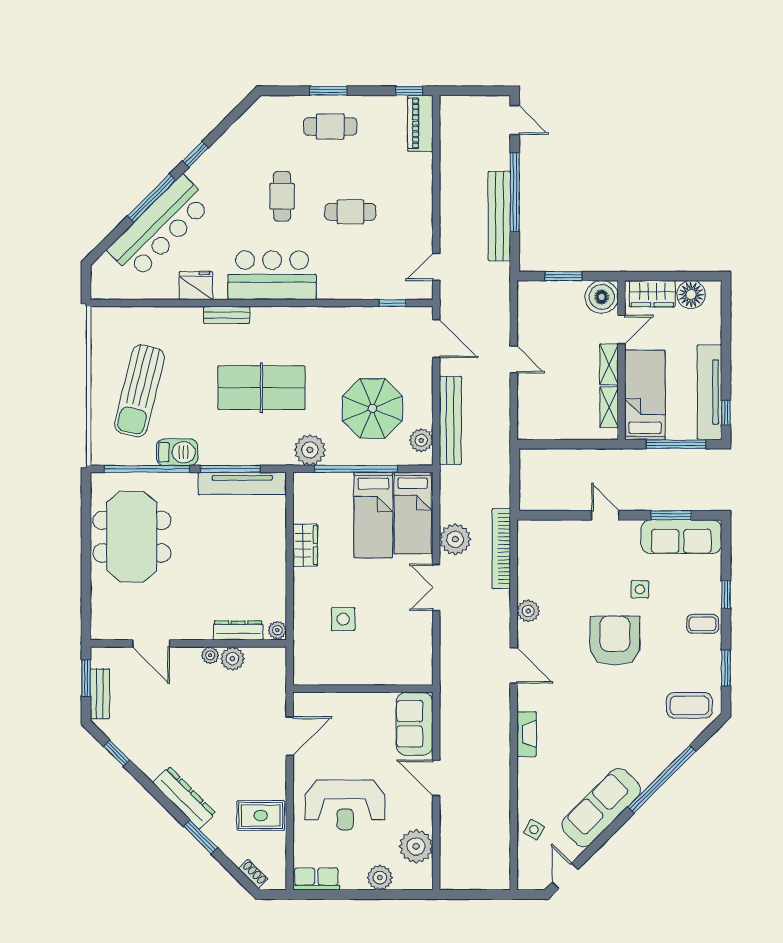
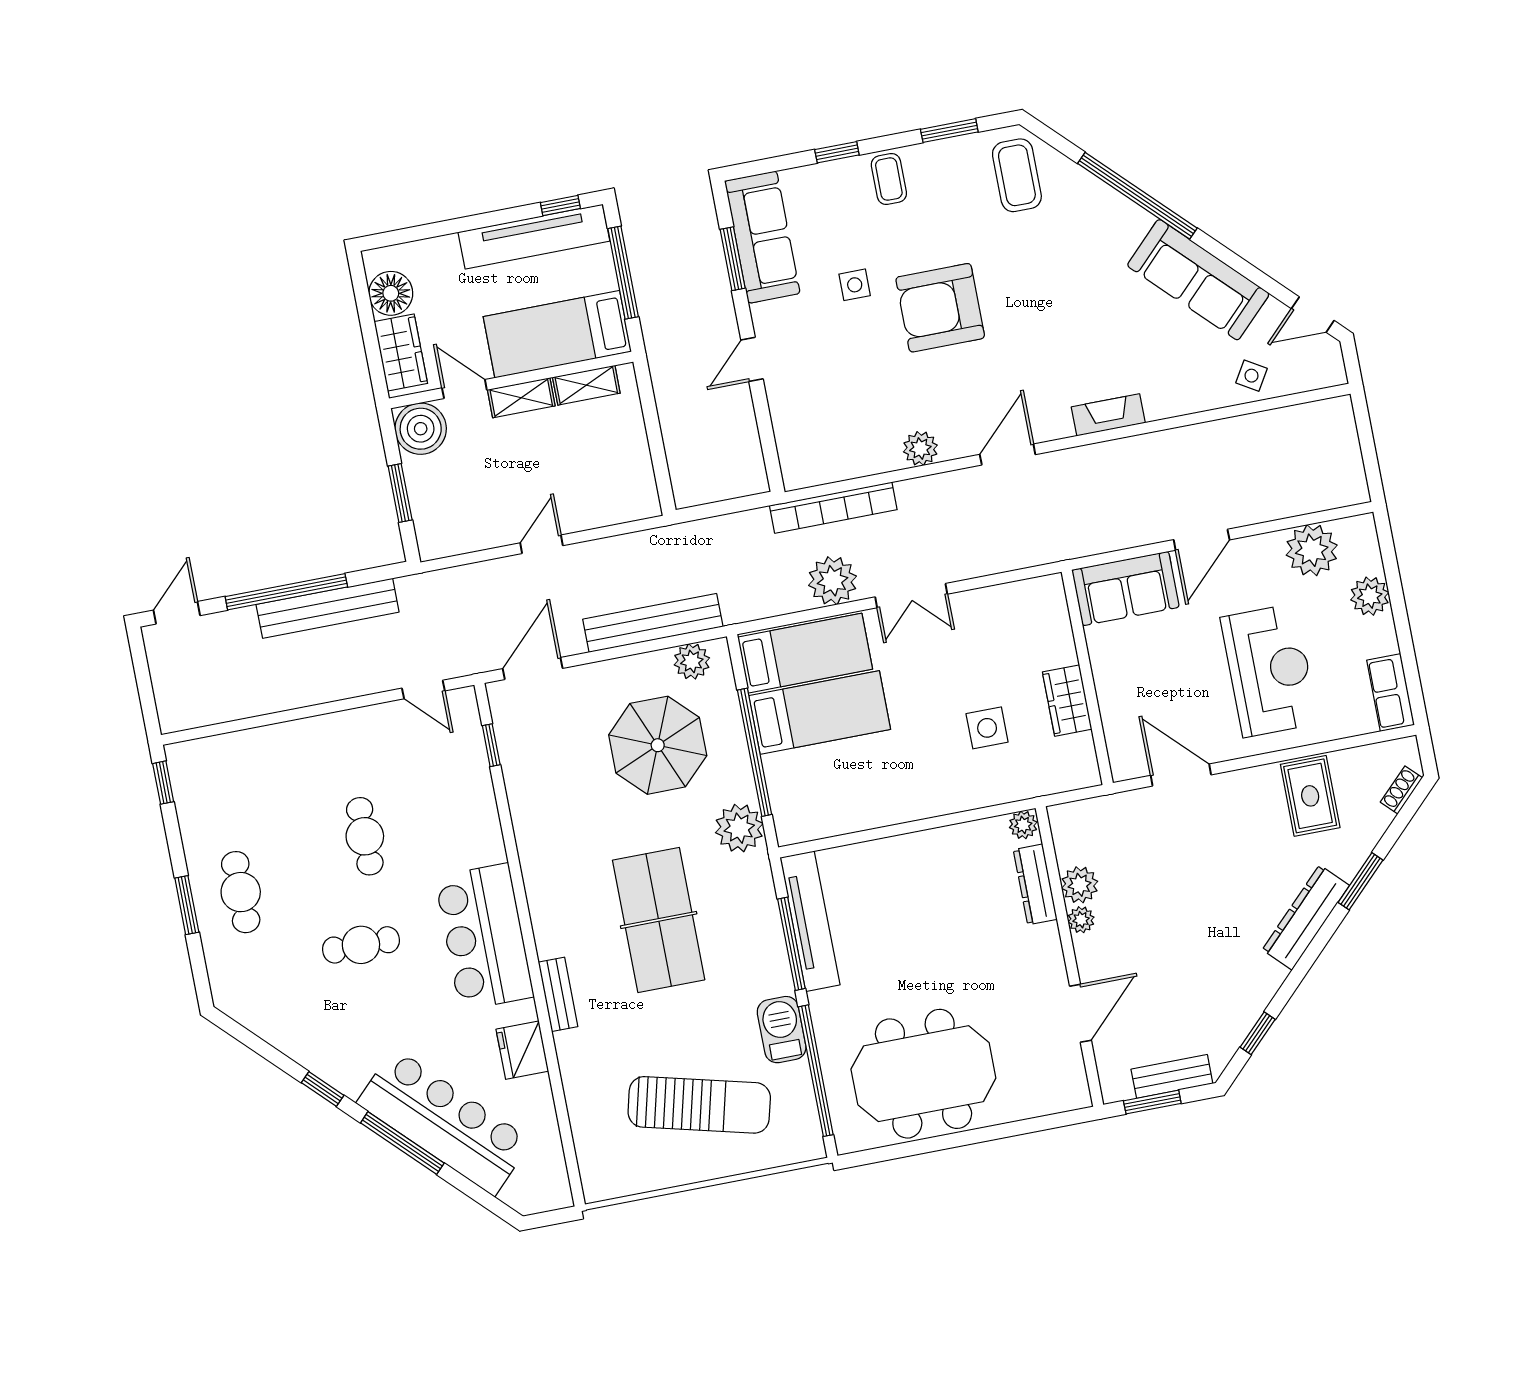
piano: (420, 123) -> (209, 756), removed
wardrobe: (305, 545) -> (1067, 701), moved, turned -90

